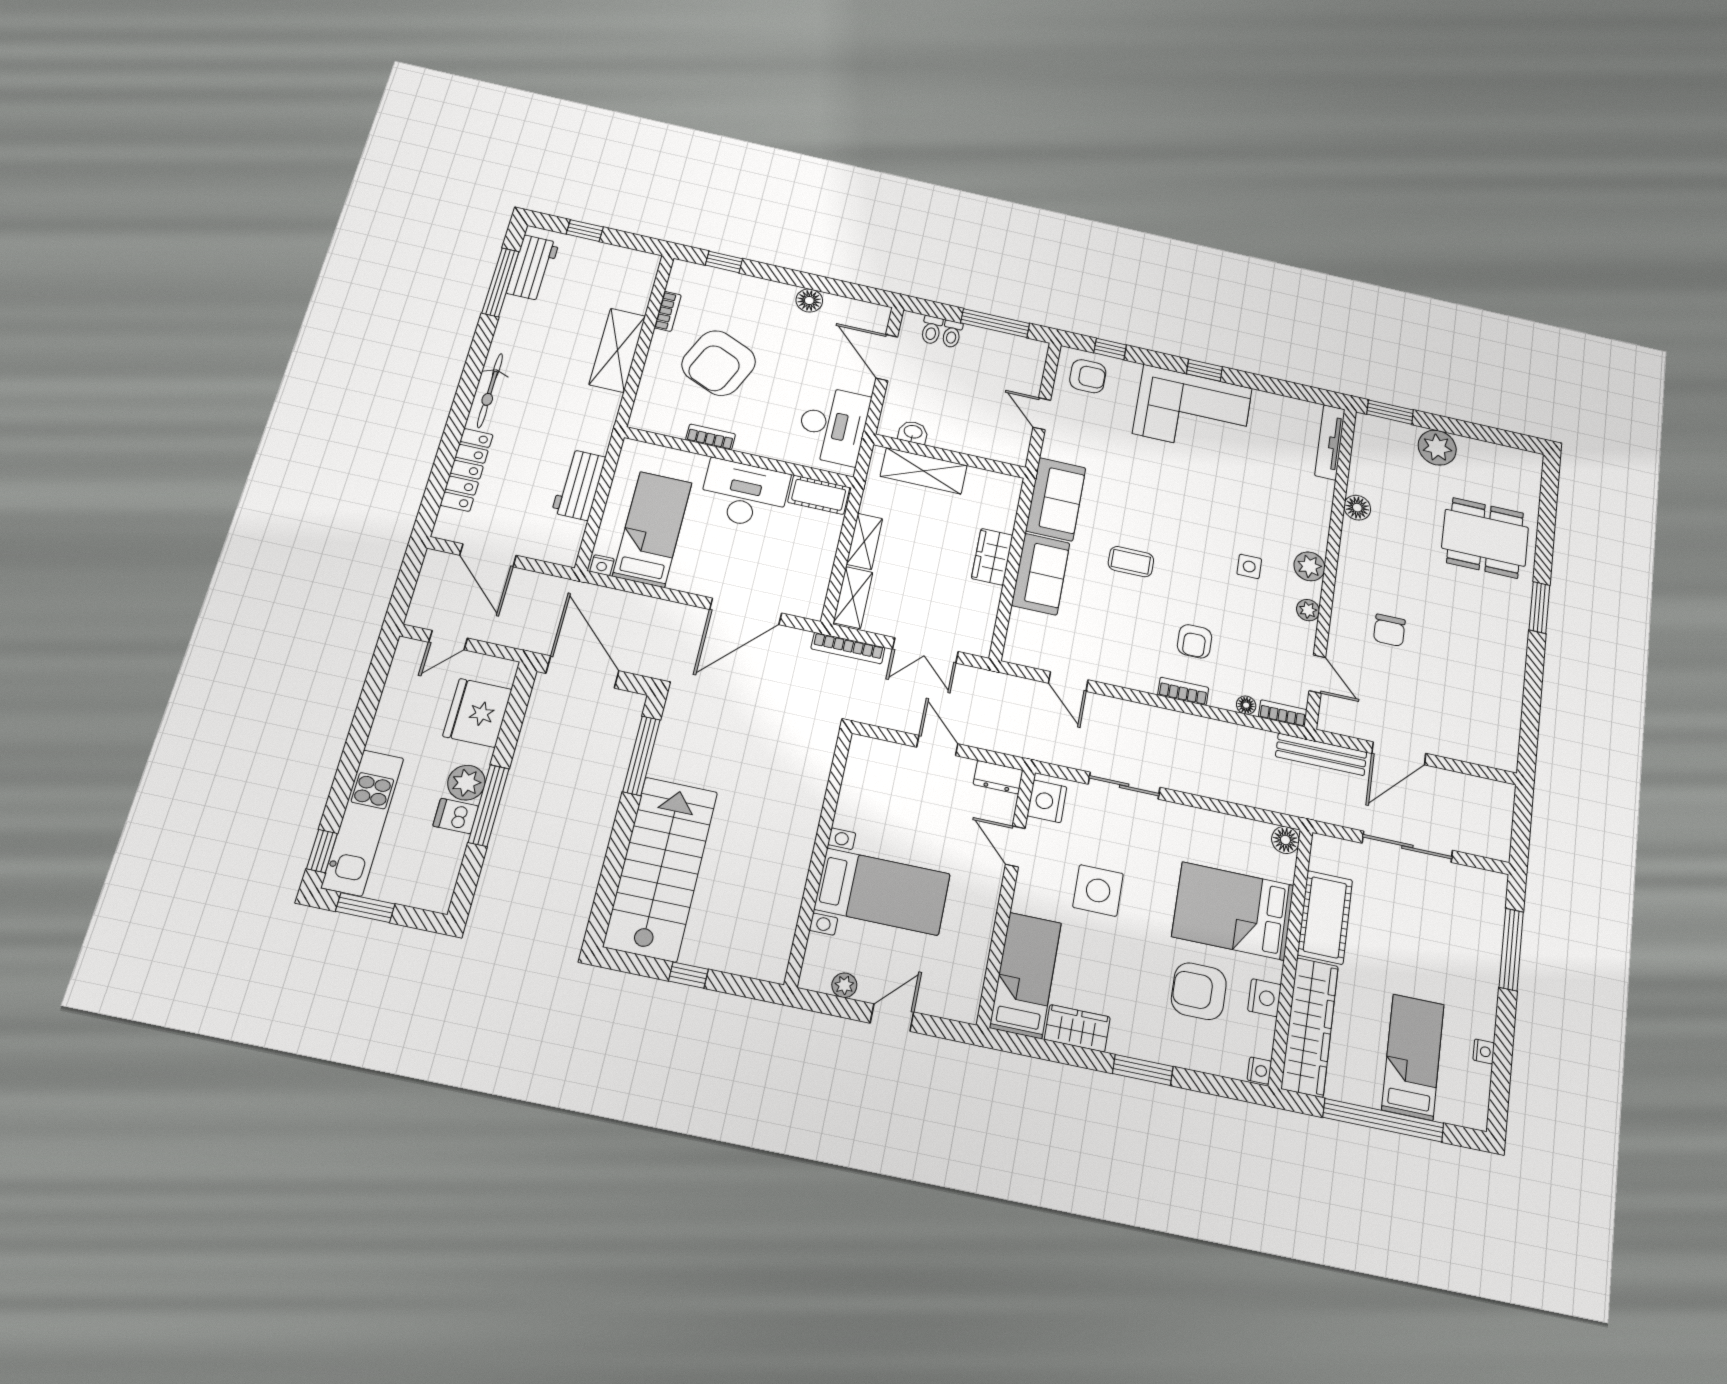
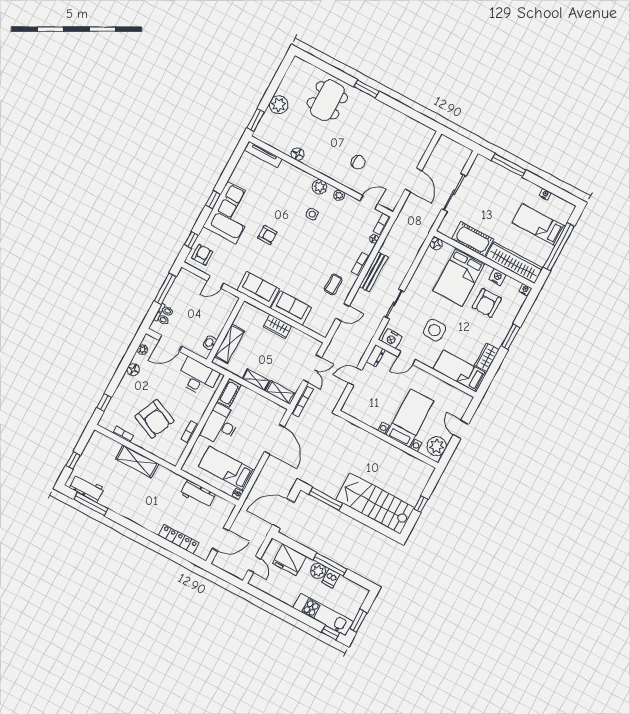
plant: (856, 309) -> (142, 350), added
bicycle: (490, 390) -> (143, 521), removed
coffee table: (1131, 562) -> (333, 284), moved
armchair: (1195, 641) -> (267, 235), moved
bench: (1321, 754) -> (373, 272), moved
plant: (844, 985) -> (437, 446), width x1.88, depth x1.88

